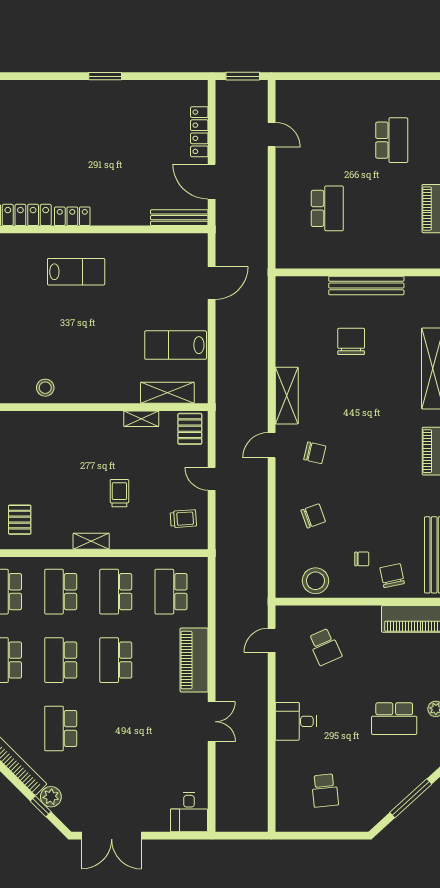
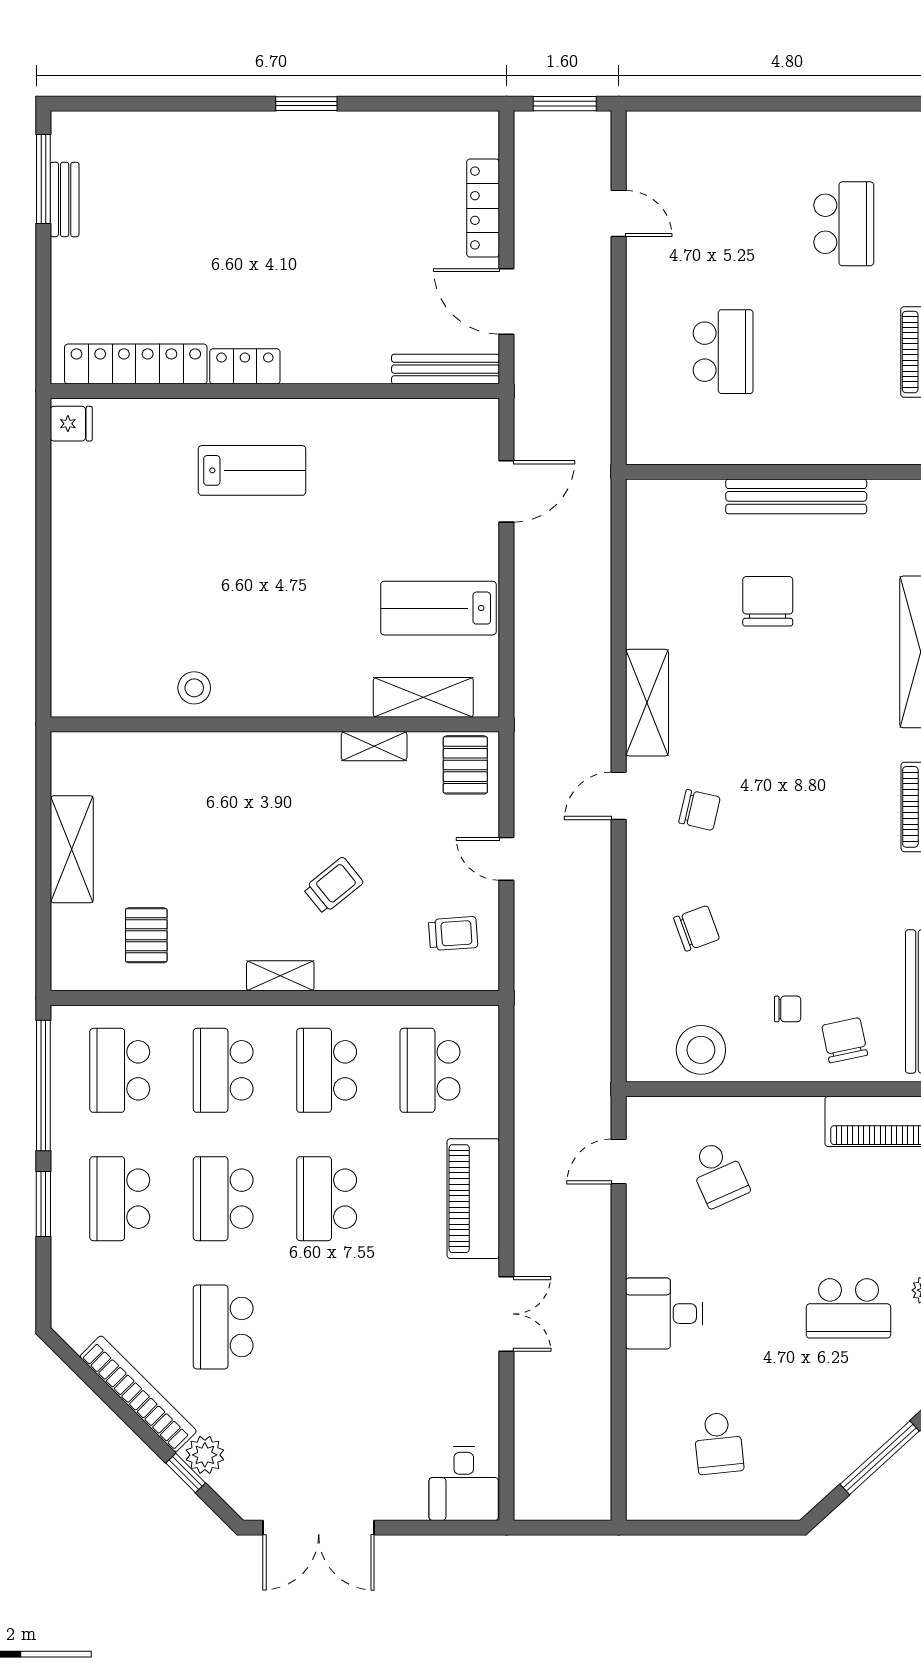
trolley: (119, 493) -> (333, 886), turned 51

